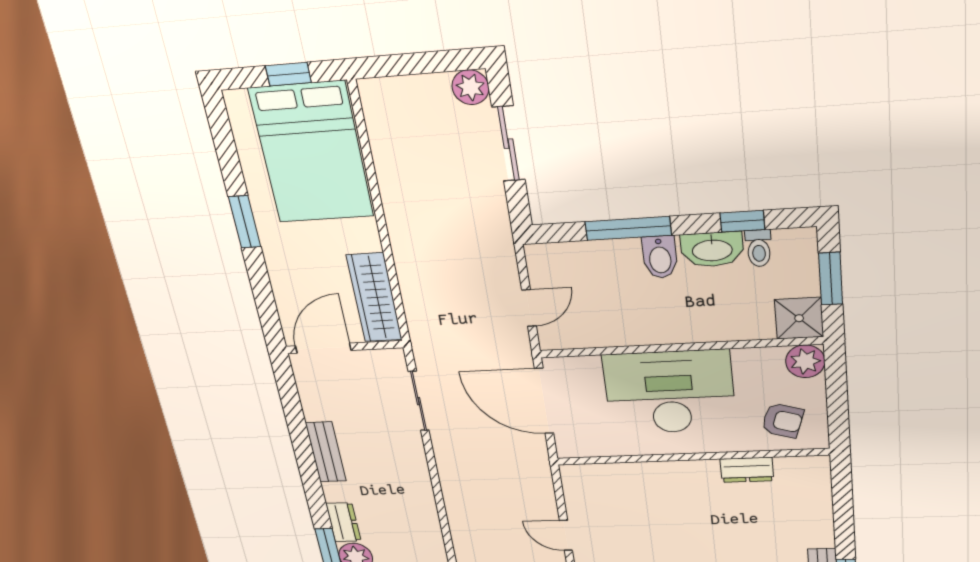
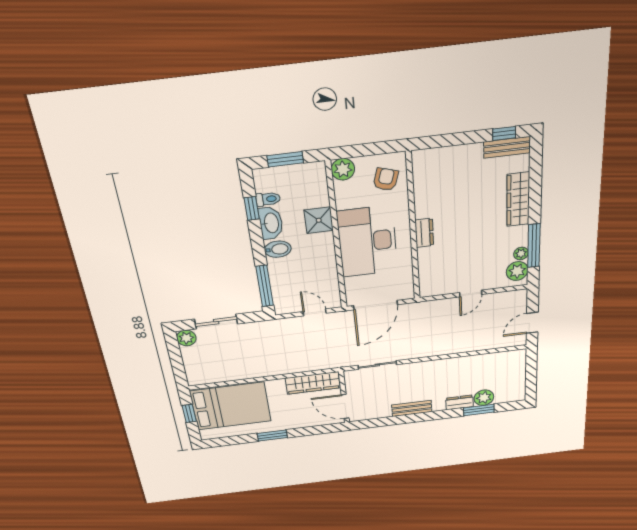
window: (628, 228) -> (265, 286), moved
shower: (799, 318) -> (319, 220), moved
dresser: (747, 470) -> (424, 233), moved

